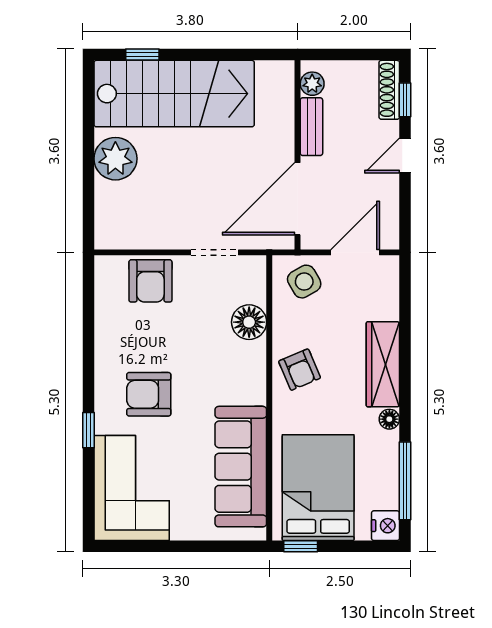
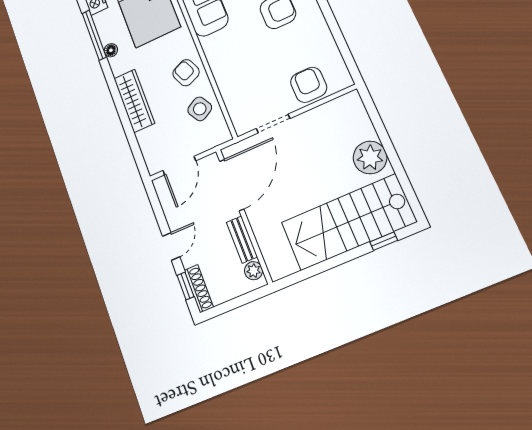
side table: (304, 282) -> (200, 109), moved
floor lamp: (249, 322) -> (231, 88), removed
floor lamp: (389, 419) -> (111, 50), moved

